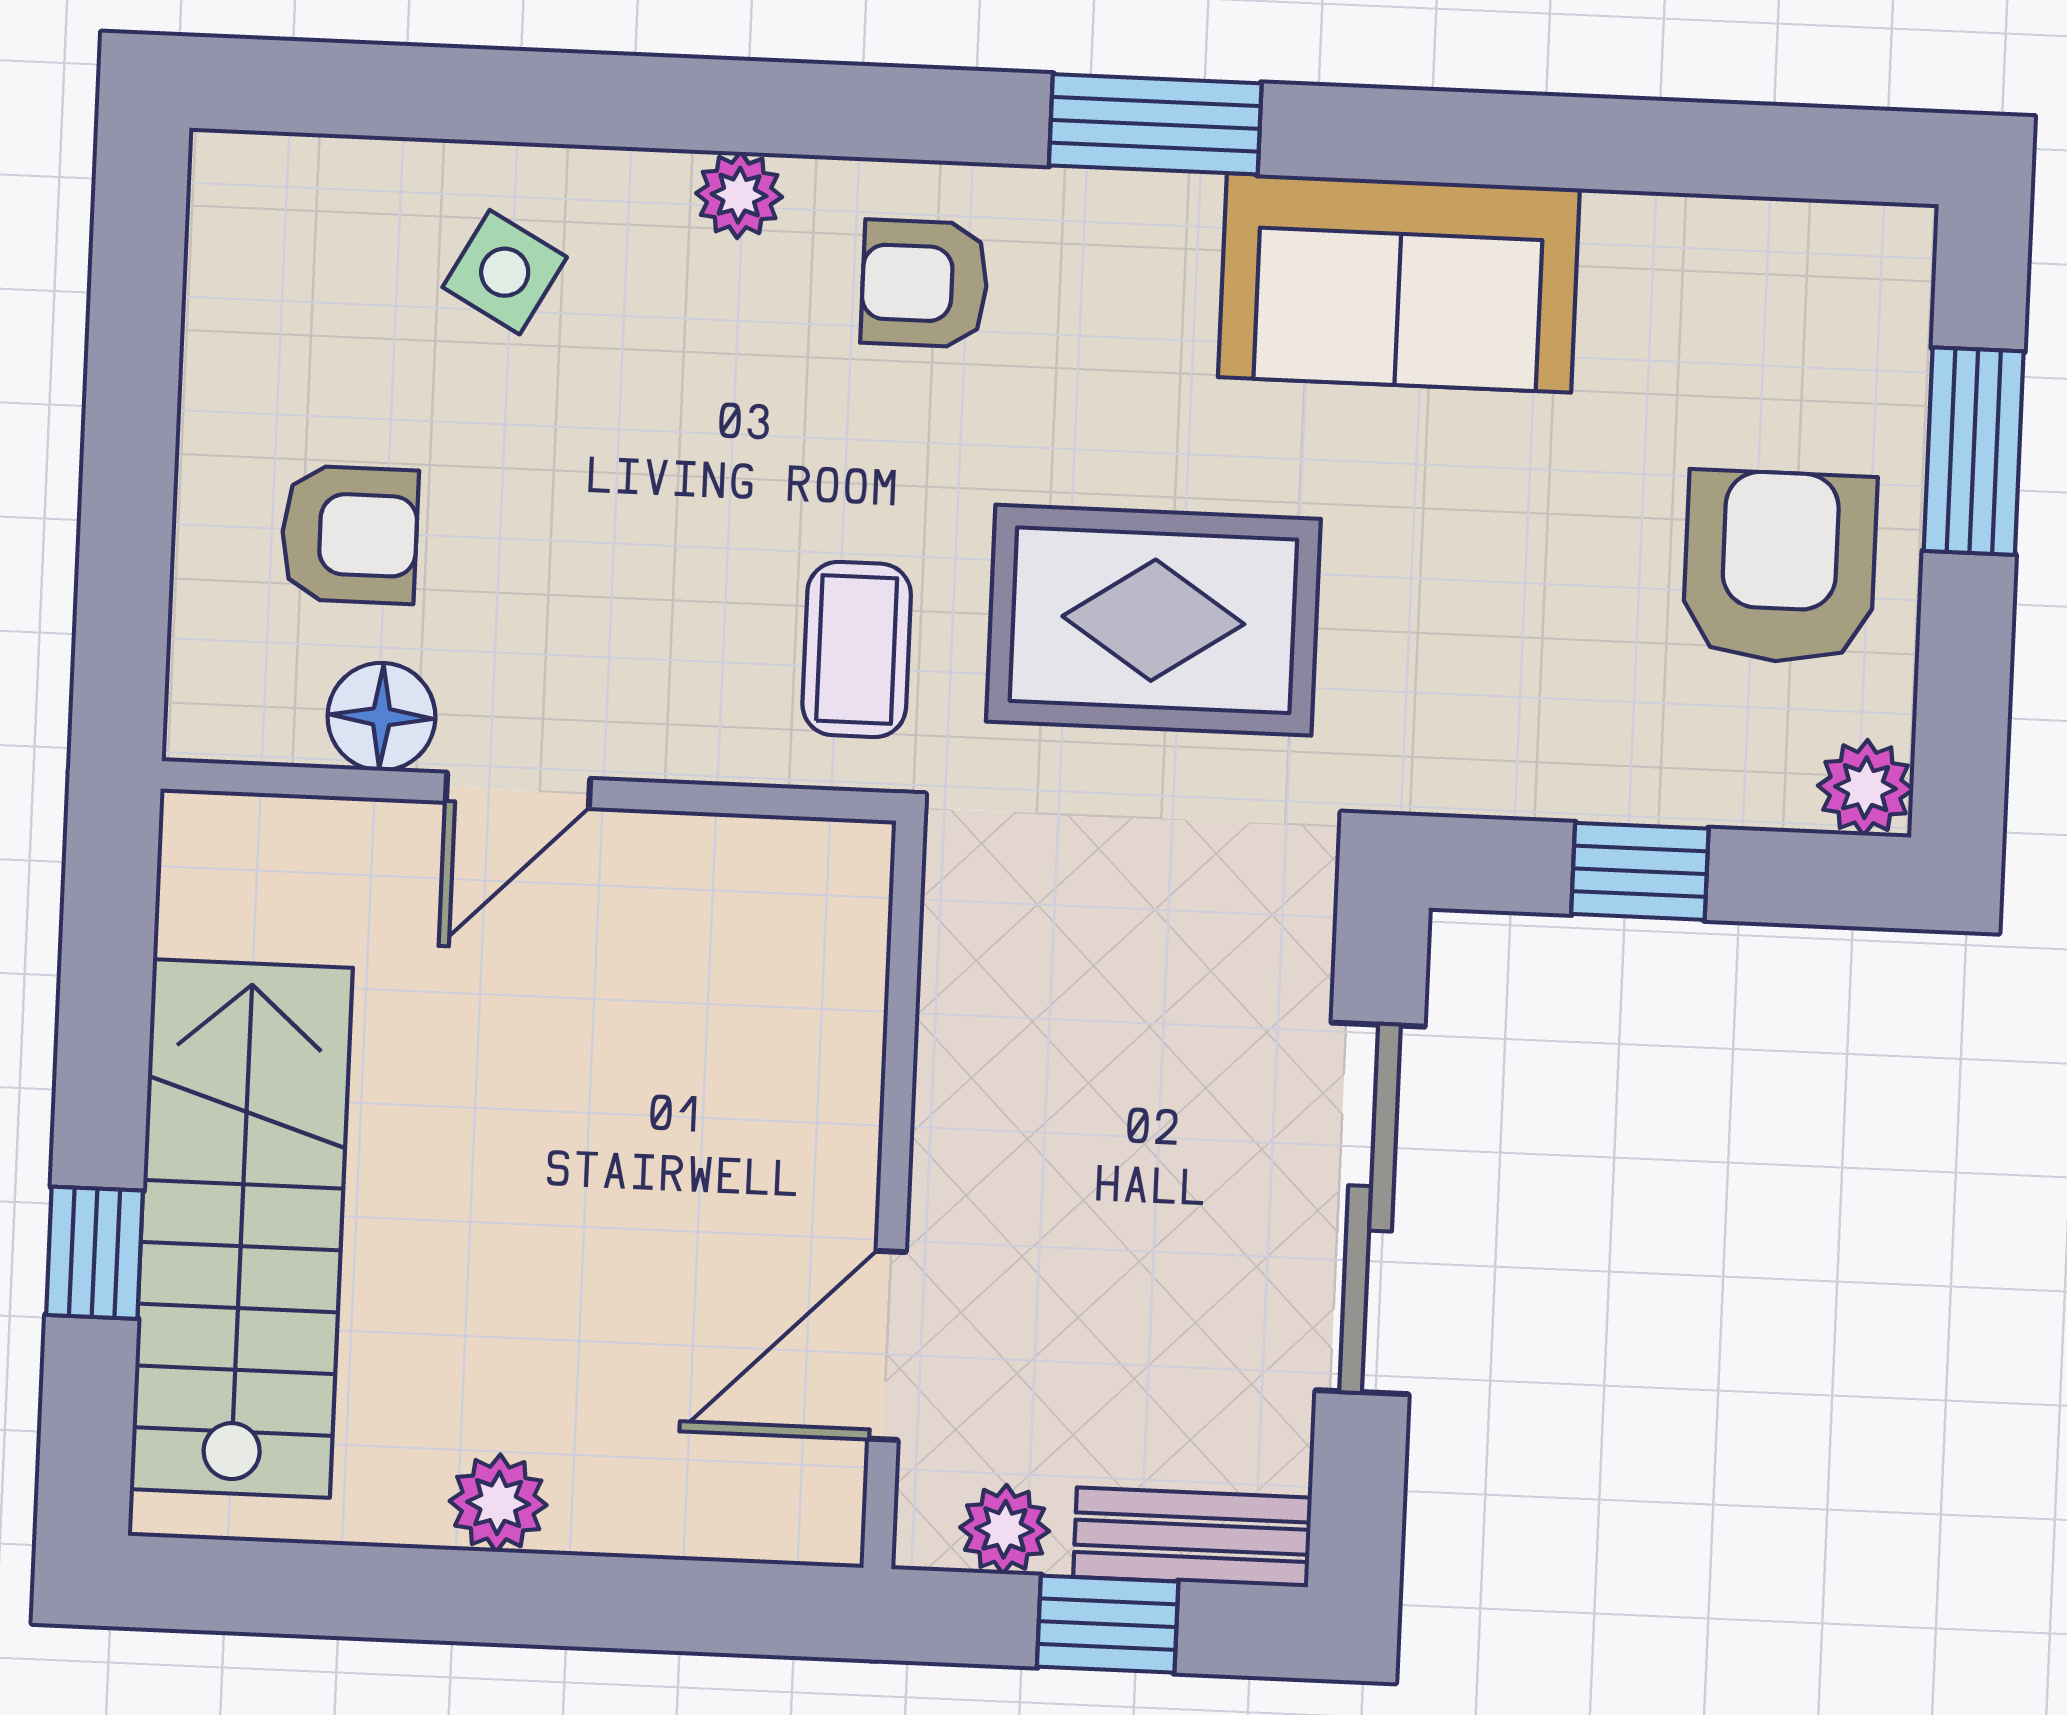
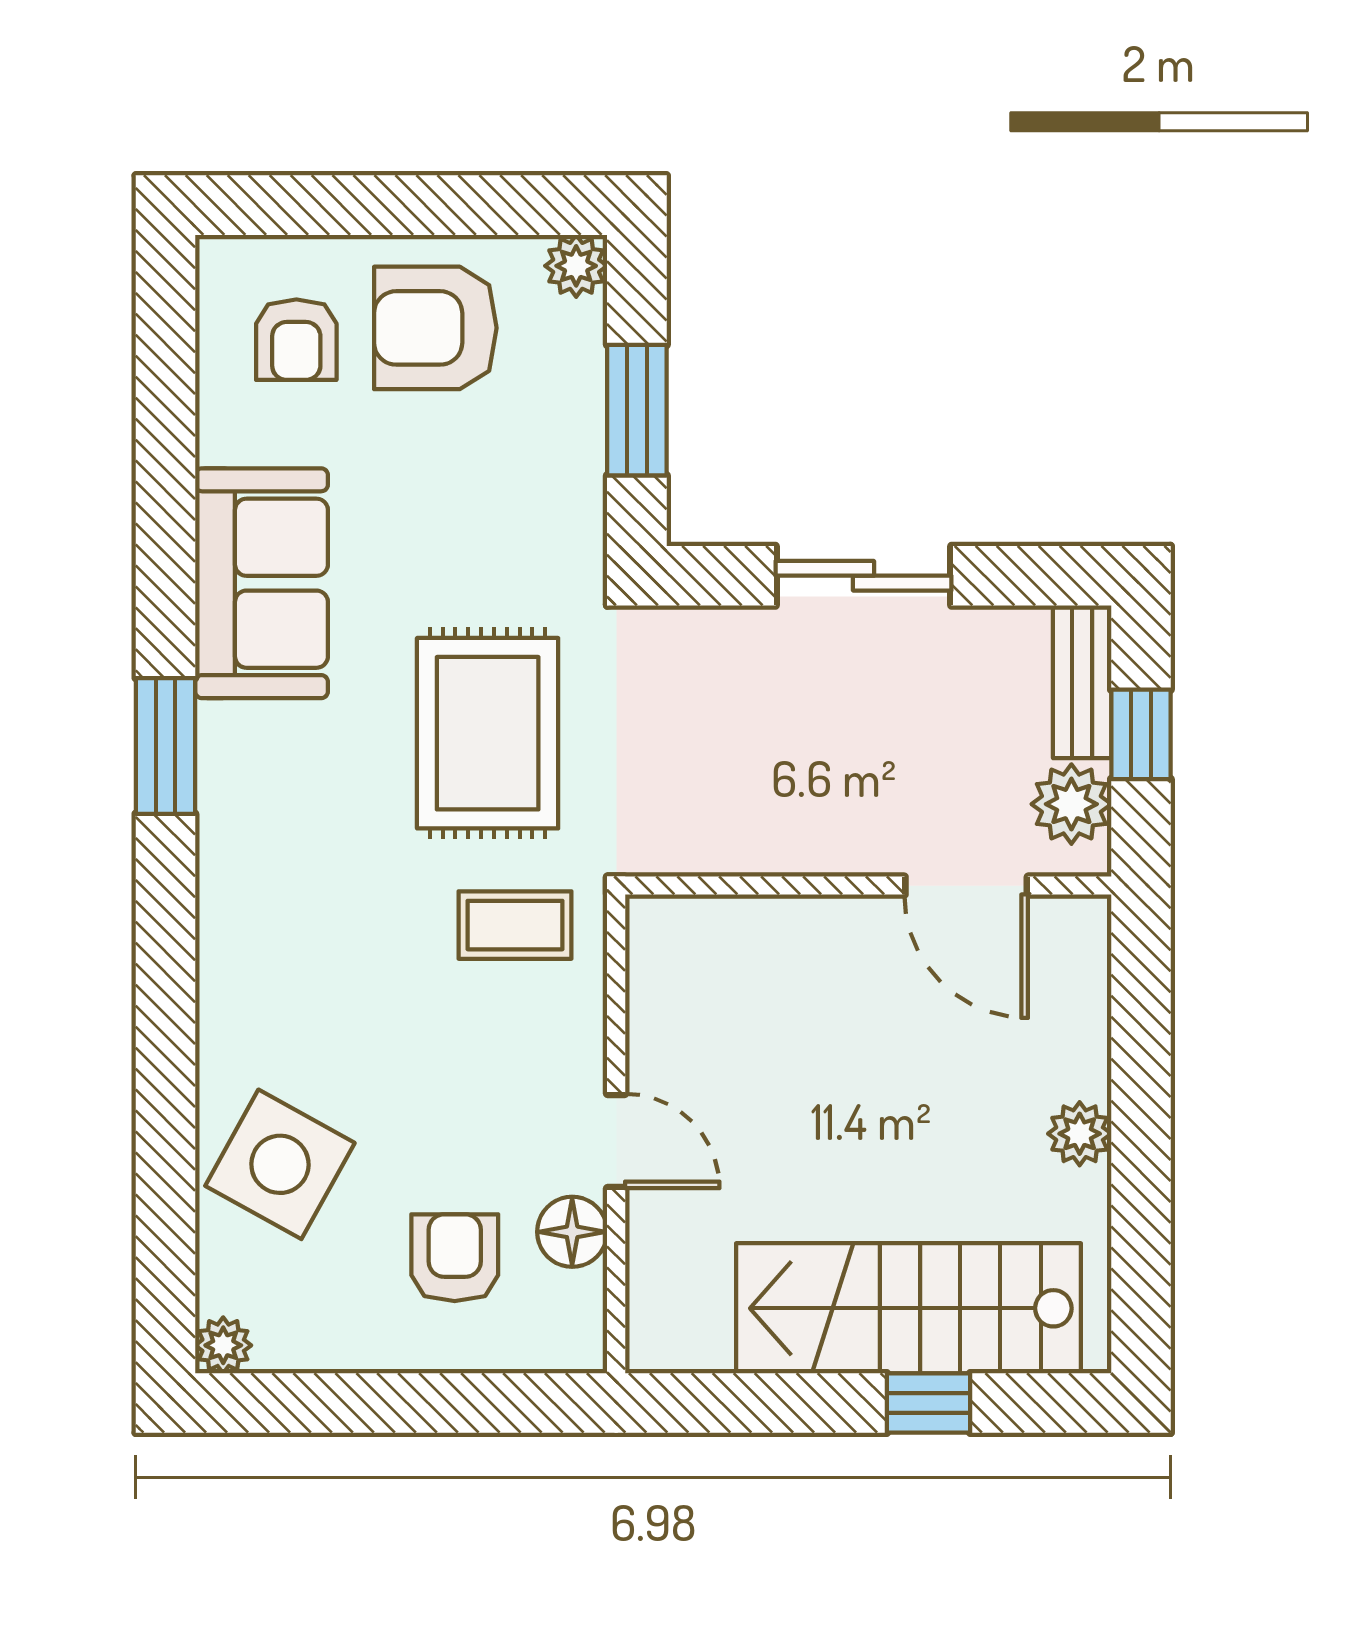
plant: (739, 195) -> (223, 1345), moved
side table: (505, 272) -> (280, 1164), width x1.87, depth x1.87
armchair: (925, 284) -> (296, 340), moved
window: (1974, 451) -> (355, 205), removed
window: (1640, 871) -> (637, 410), width x1.50
sliding door: (1370, 1208) -> (864, 576), width x0.73
plant: (1005, 1529) -> (1071, 804), width x1.38, depth x1.38

